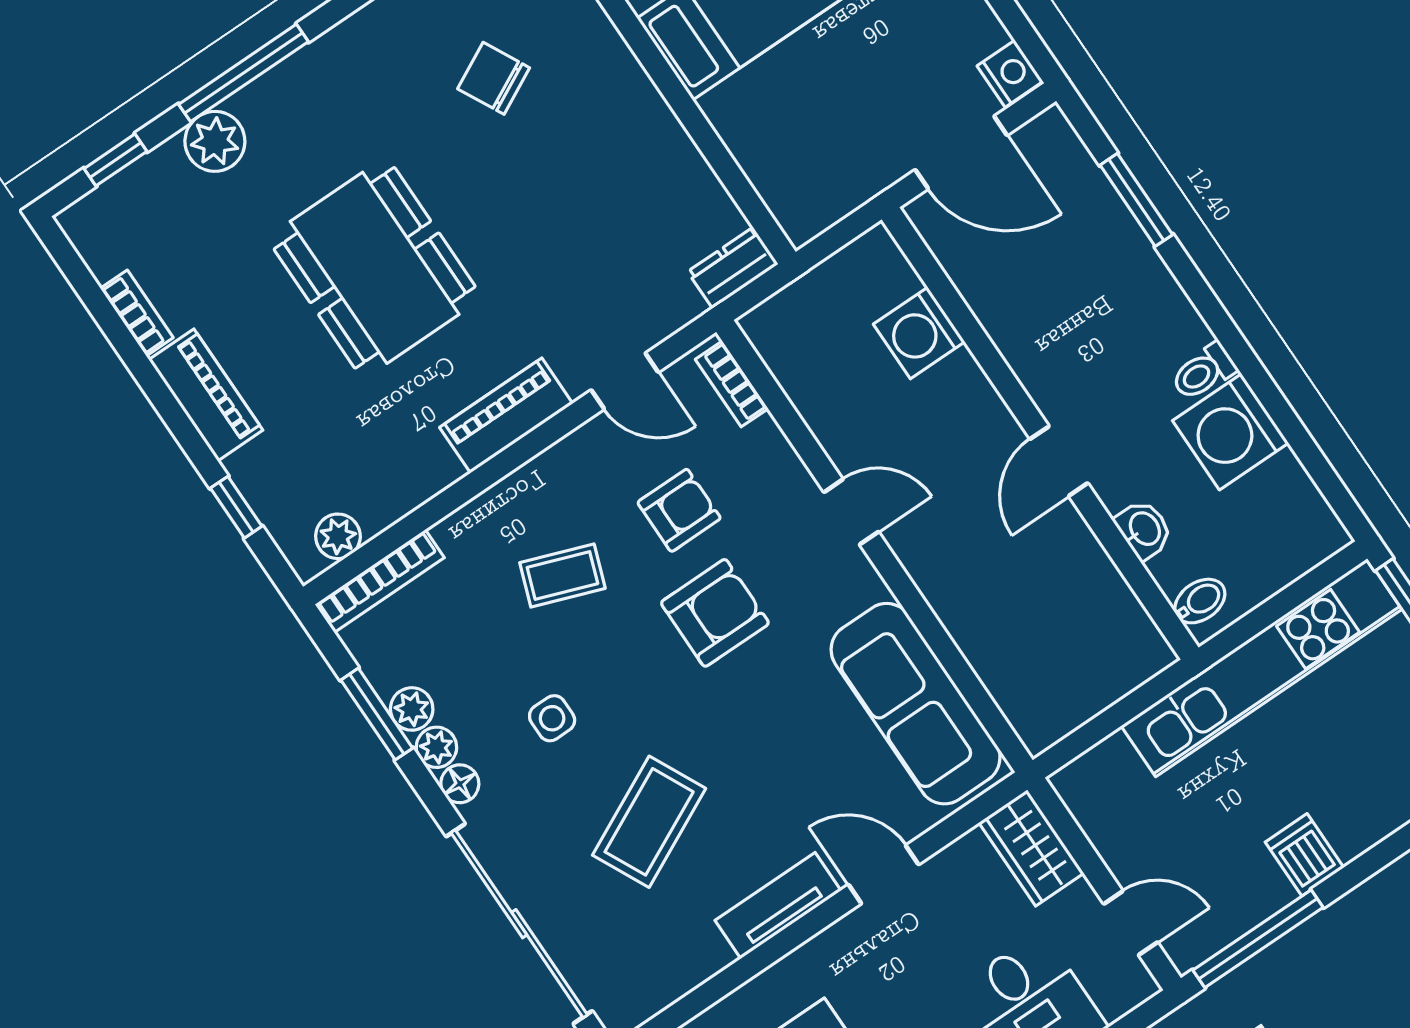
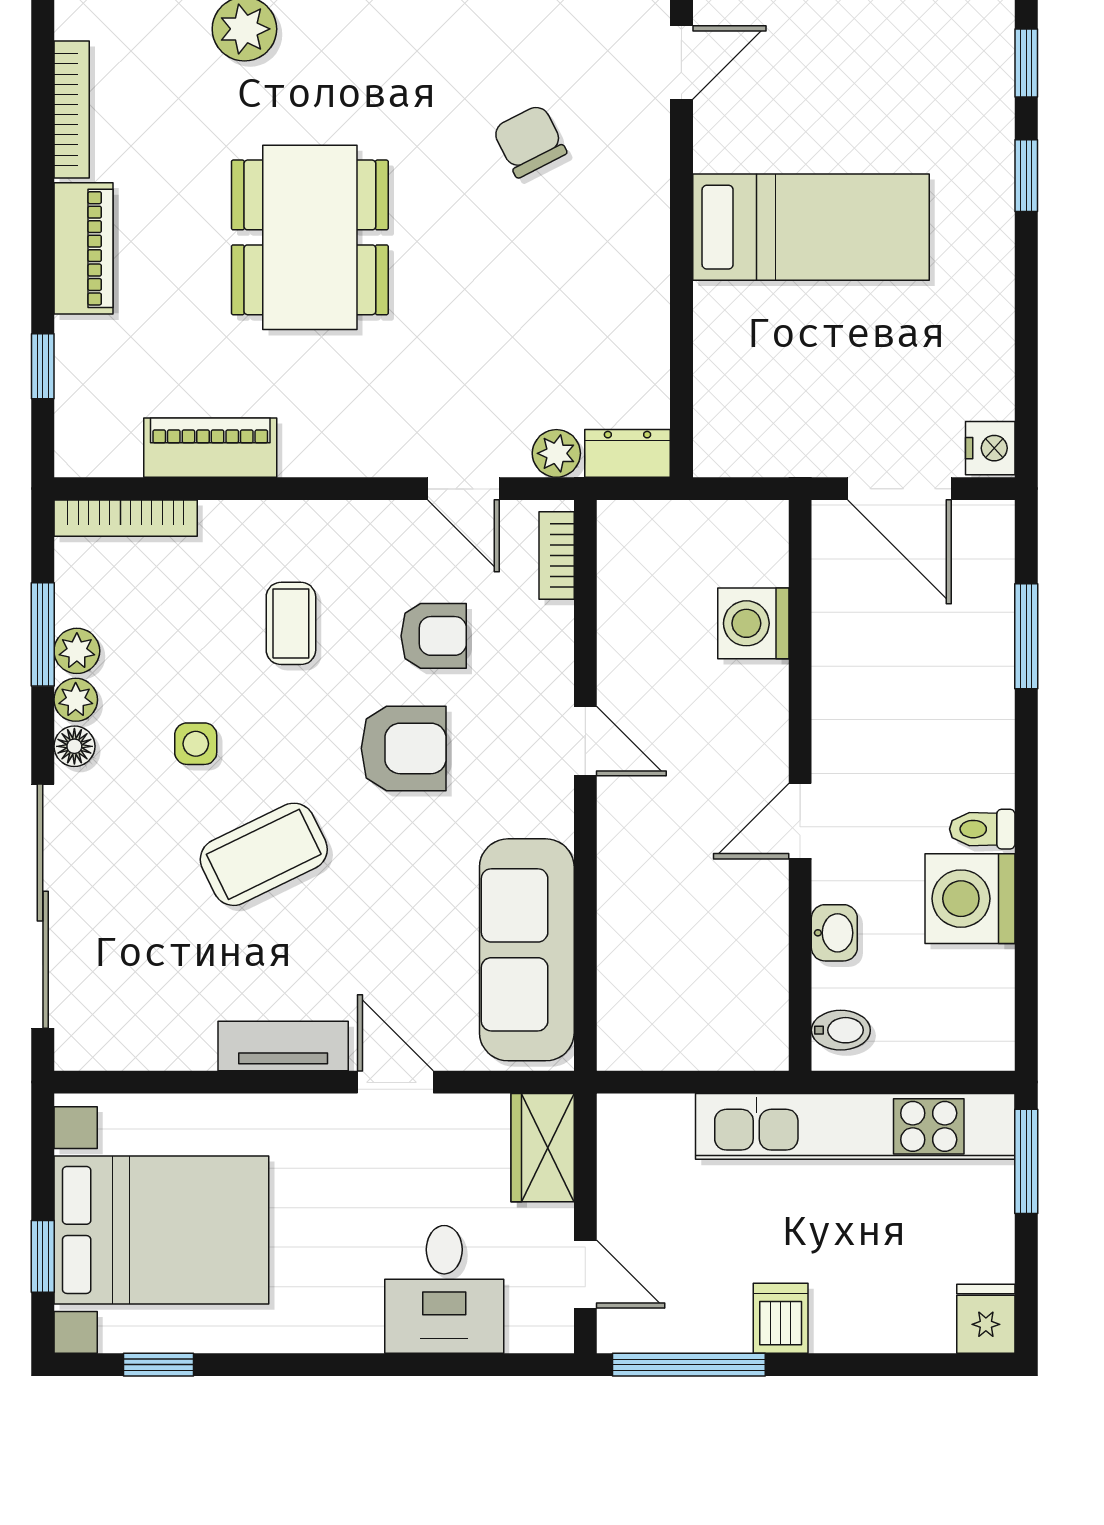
bookcase: (137, 313) -> (72, 109), width x1.56
piano: (506, 416) -> (210, 448), moved
plant: (338, 536) -> (556, 453), moved
coffee table: (562, 575) -> (291, 623), turned 70
coffee table: (649, 822) -> (264, 854), moved

